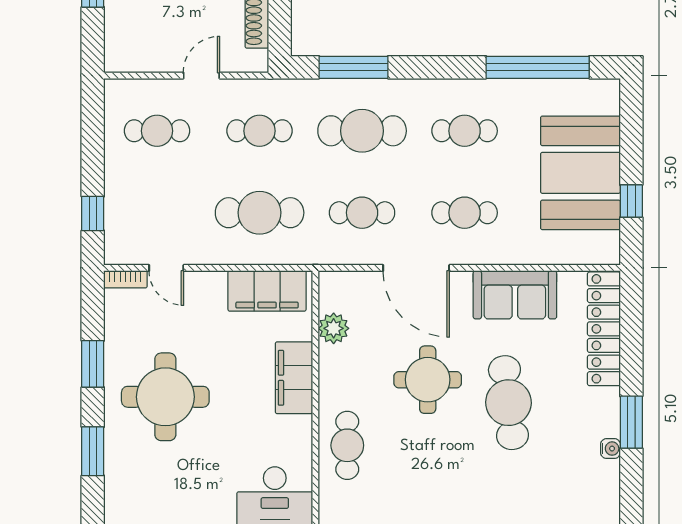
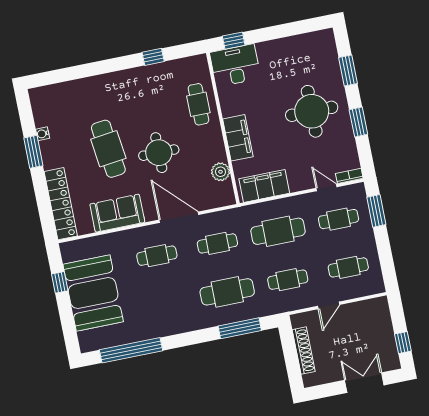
cafe table: (465, 131) -> (339, 219), moved
window: (93, 214) -> (376, 211), width x1.50

